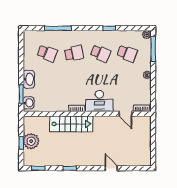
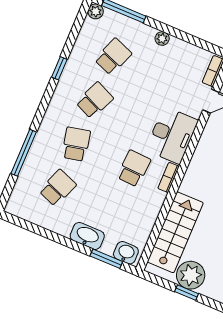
school desk: (74, 89) -> (134, 168), added
stairs: (71, 124) -> (175, 232), moved

